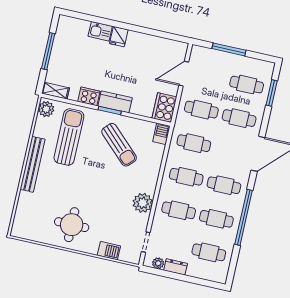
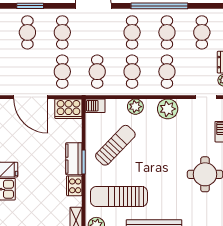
door: (184, 74) -> (31, 97), width x1.36
plant: (152, 172) -> (135, 107), added

